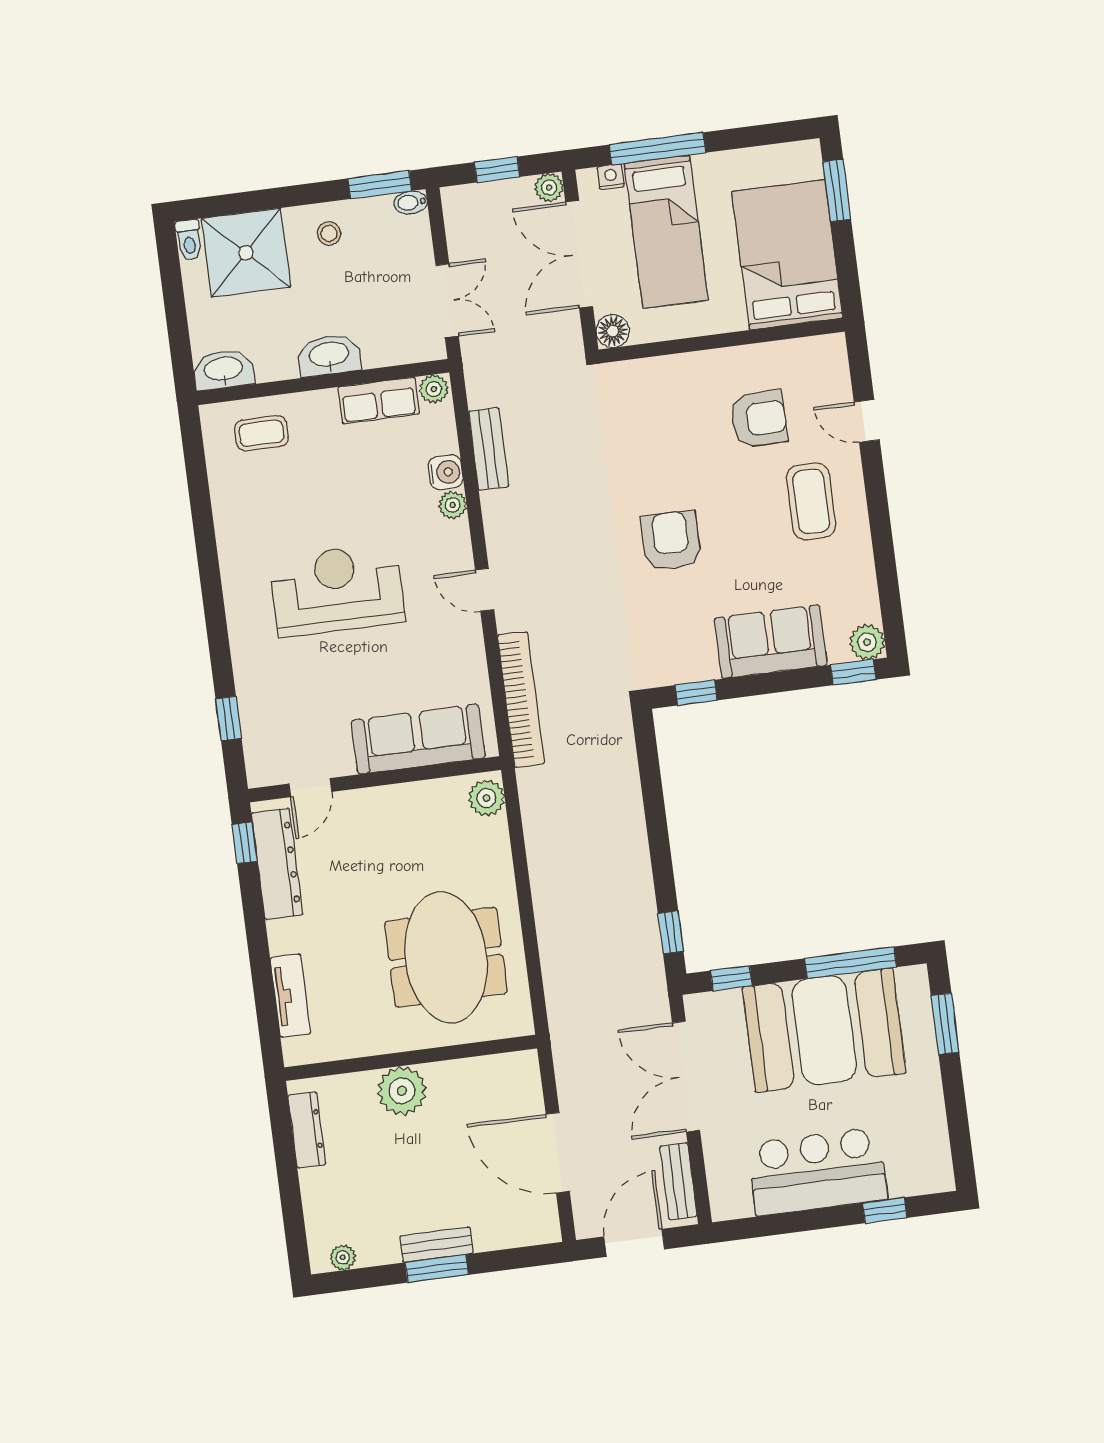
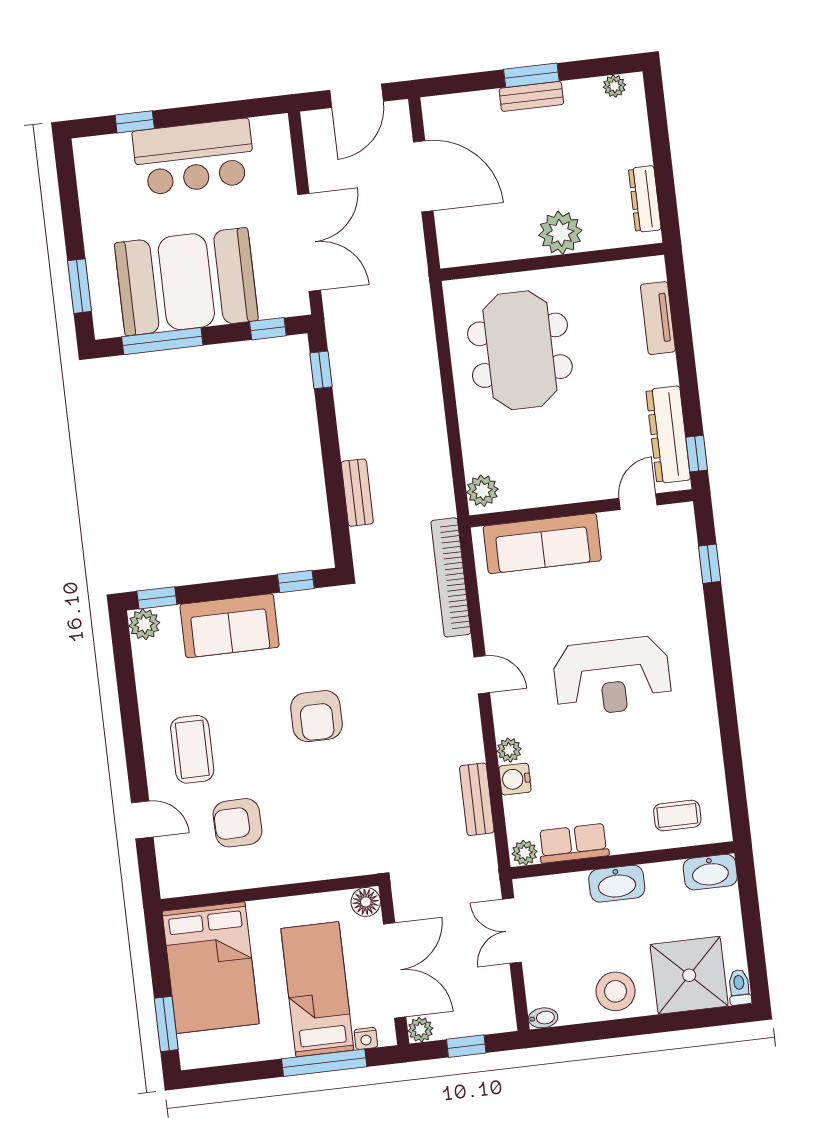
window: (380, 185) -> (570, 1034), removed
stool: (329, 234) -> (616, 991), width x1.89, depth x1.89
bench: (678, 1181) -> (357, 493), moved

